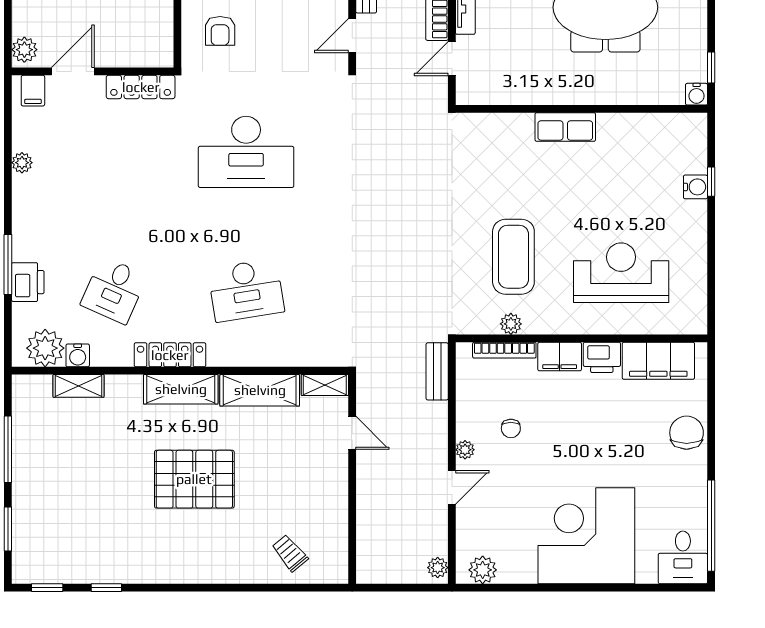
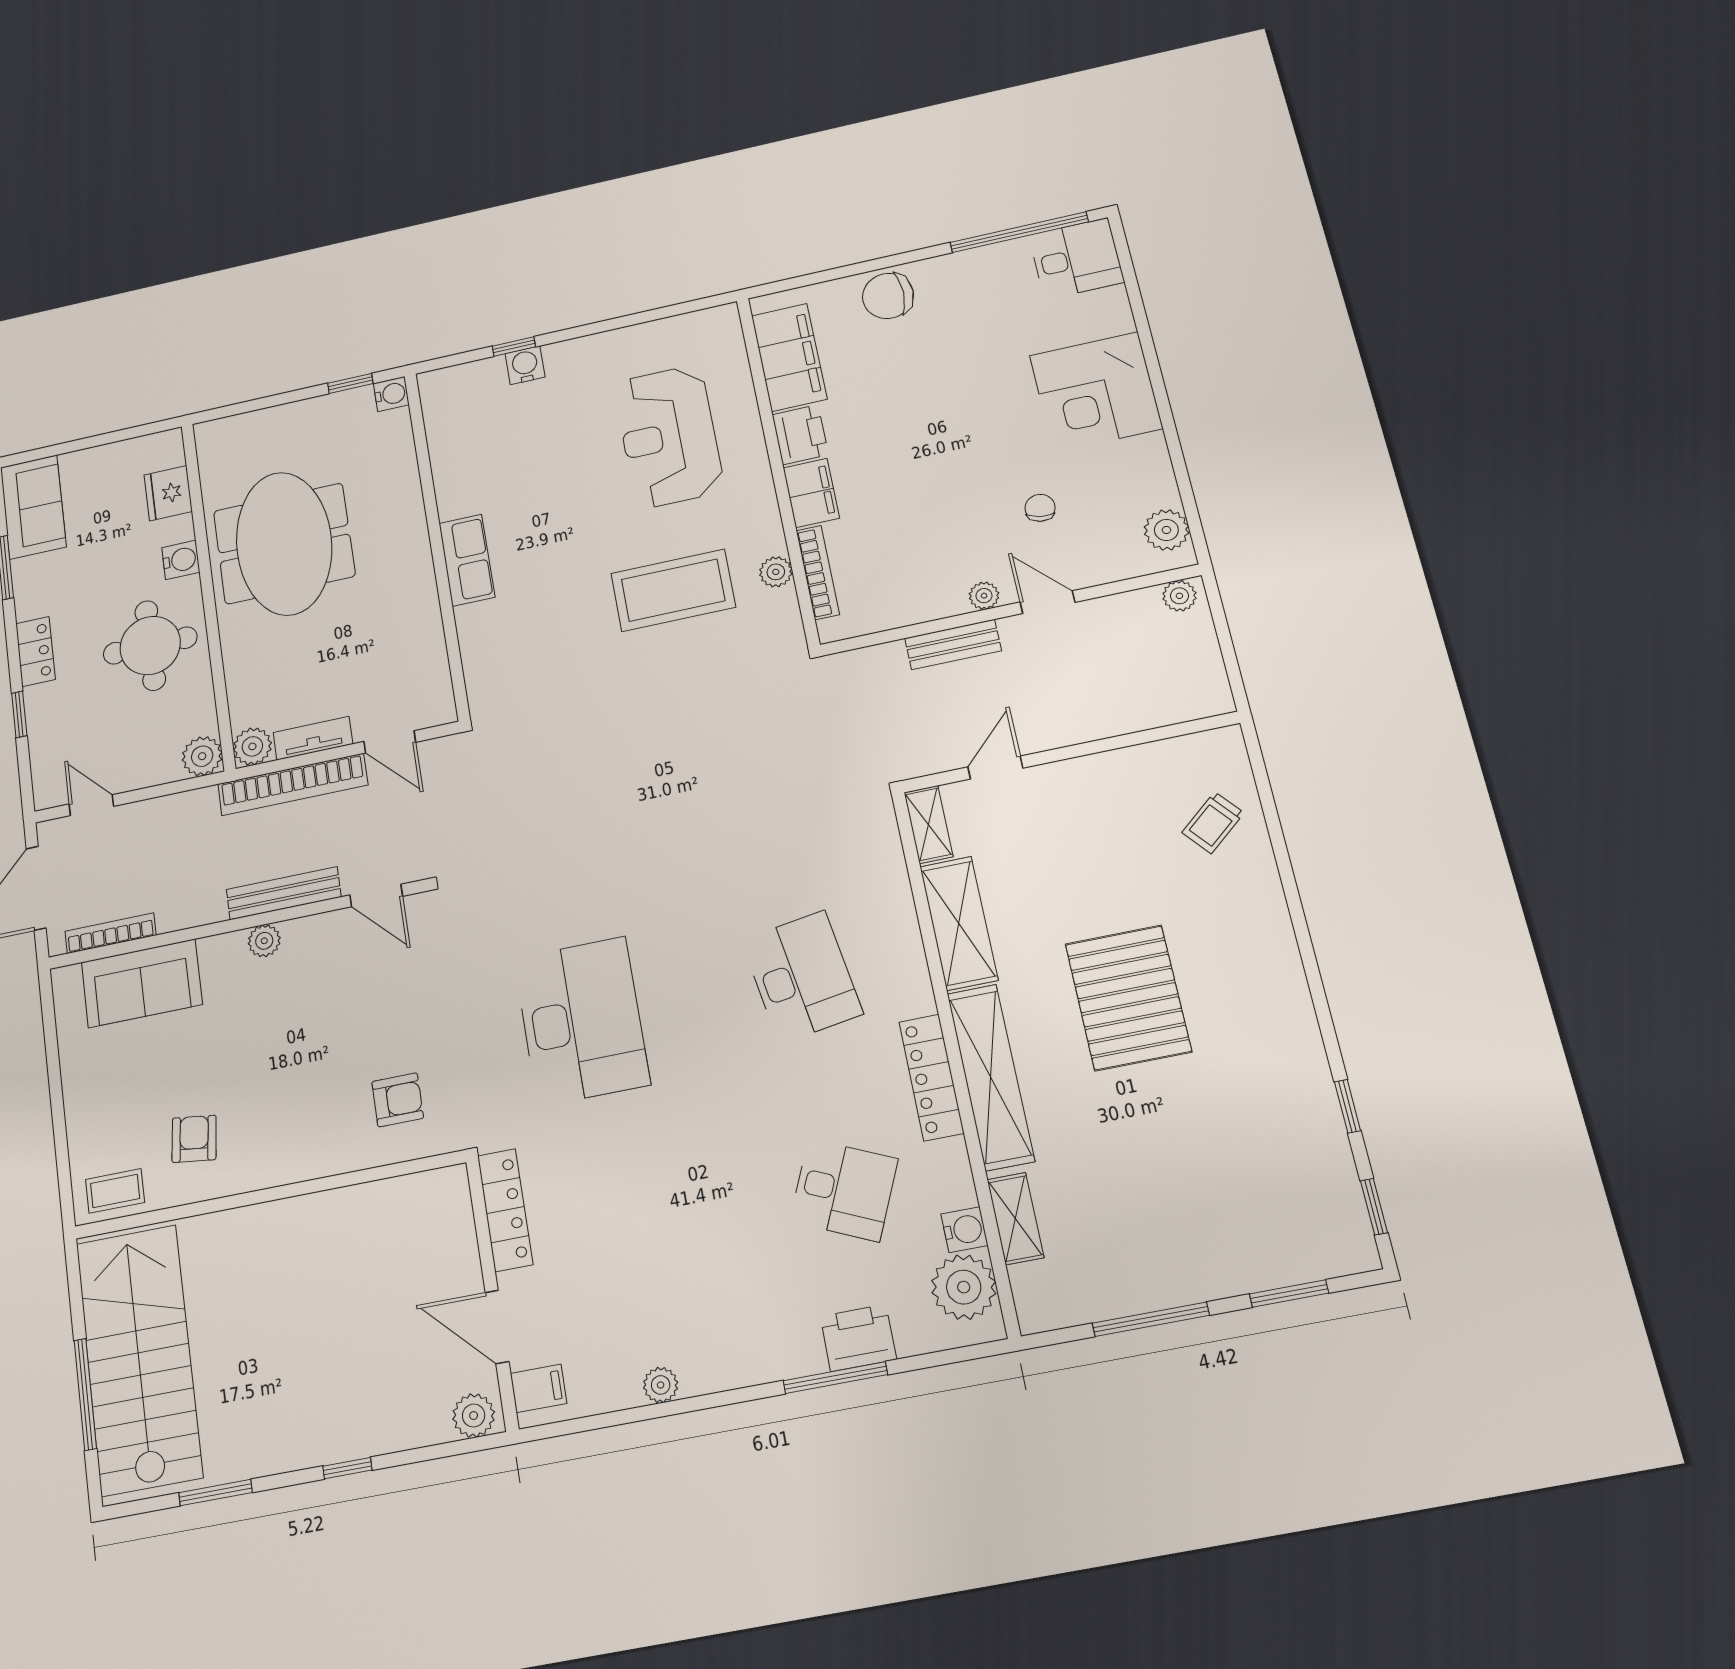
bench: (437, 371) -> (953, 645), moved
shelving: (181, 389) -> (991, 1077), width x1.47
chair: (511, 428) -> (1040, 508), moved, turned -80
corner desk: (586, 536) -> (1096, 392), width x0.74, depth x0.74

